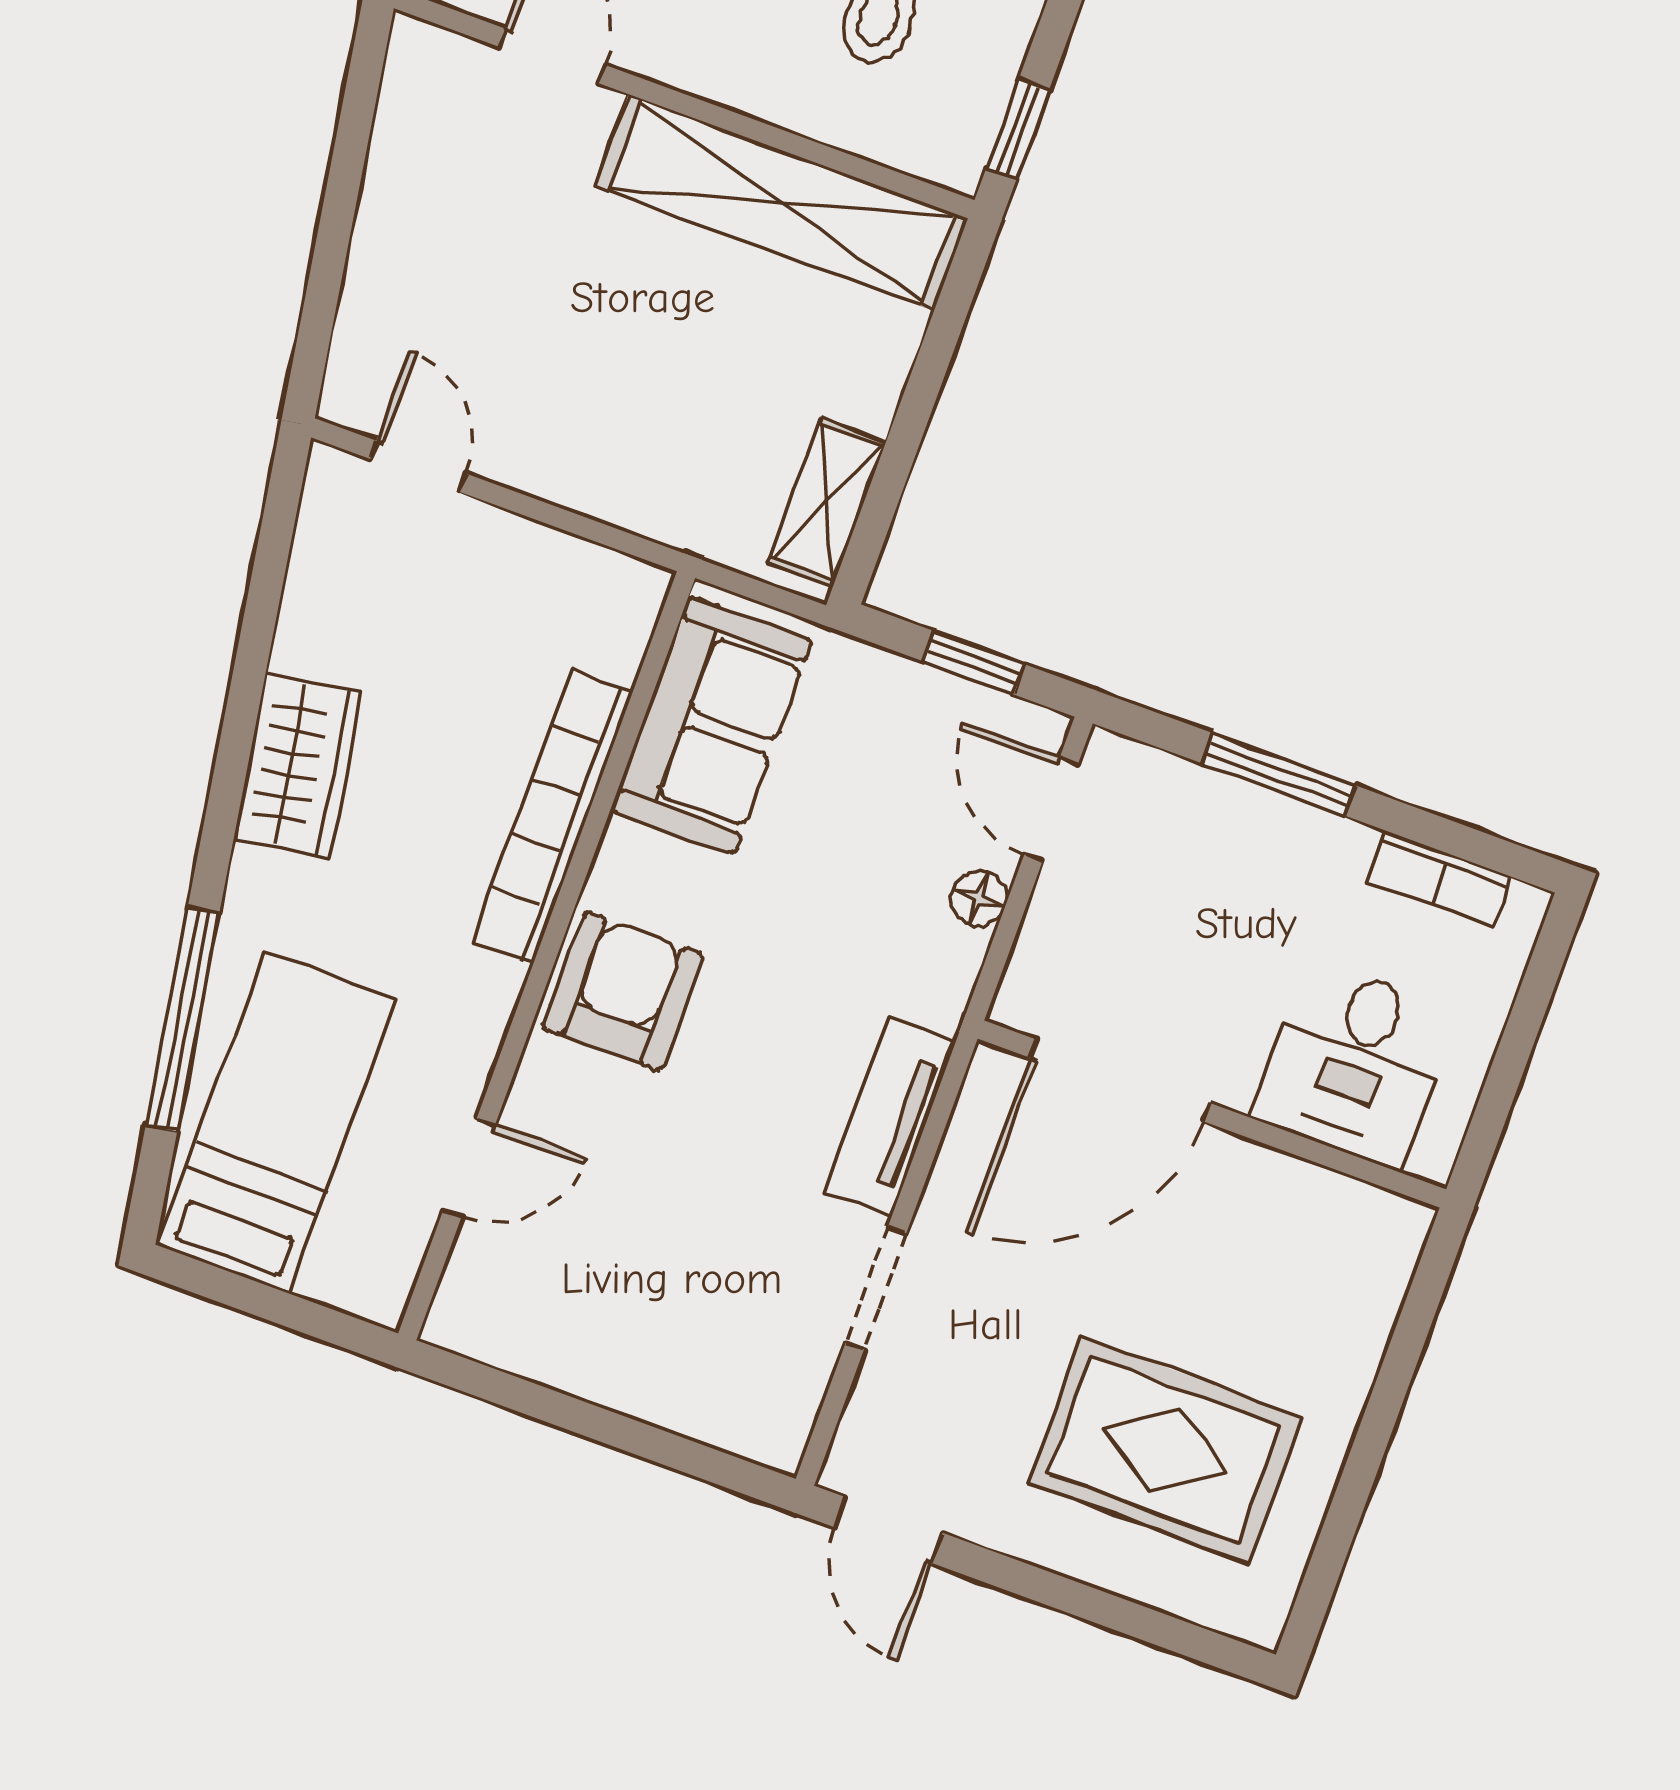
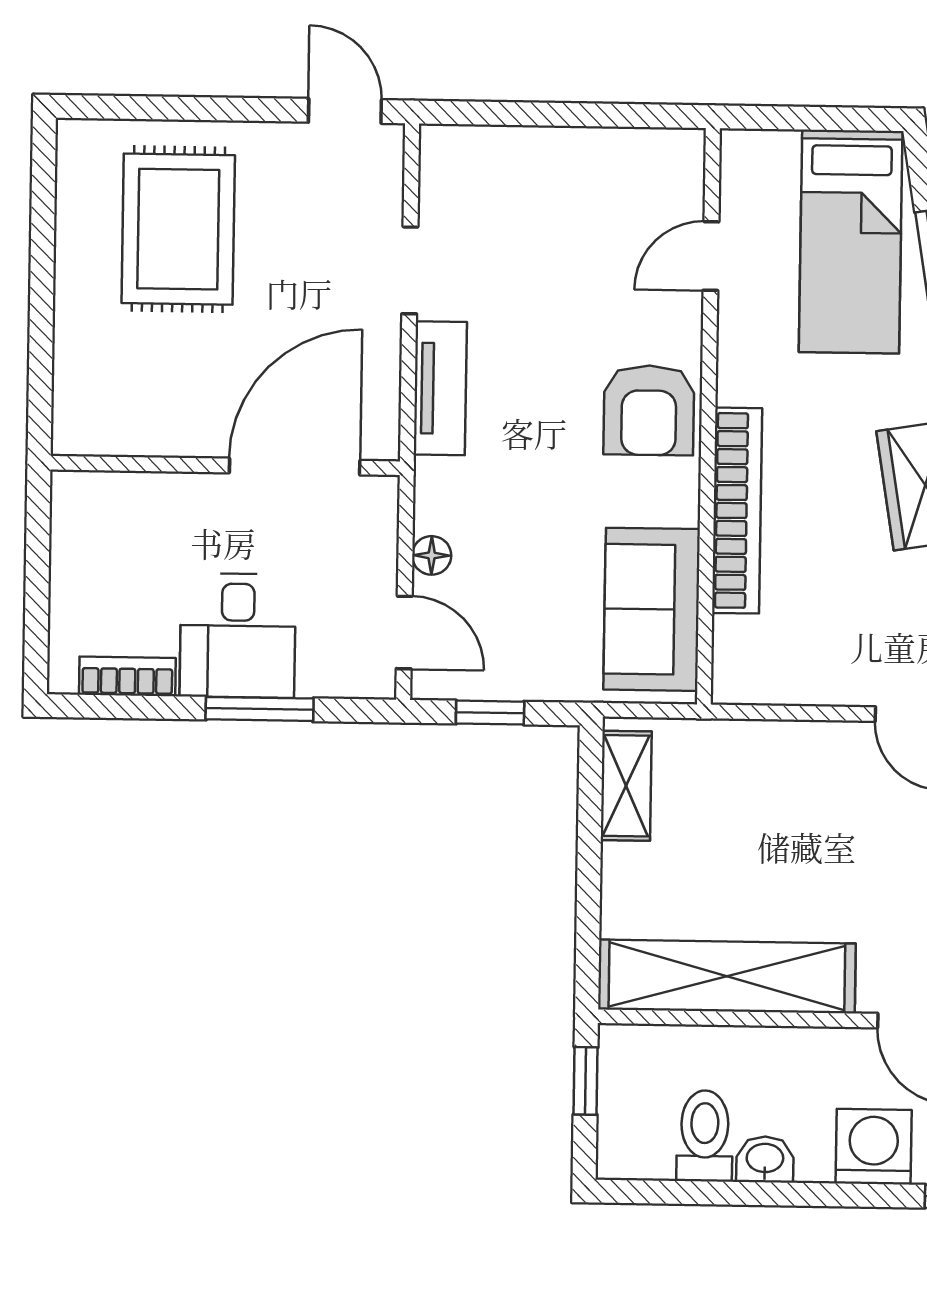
desk: (1354, 1064) -> (238, 636), moved, turned 180
rug: (1165, 1450) -> (178, 229), turned 90

